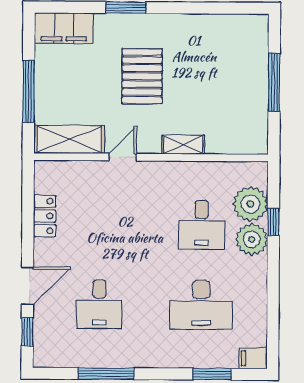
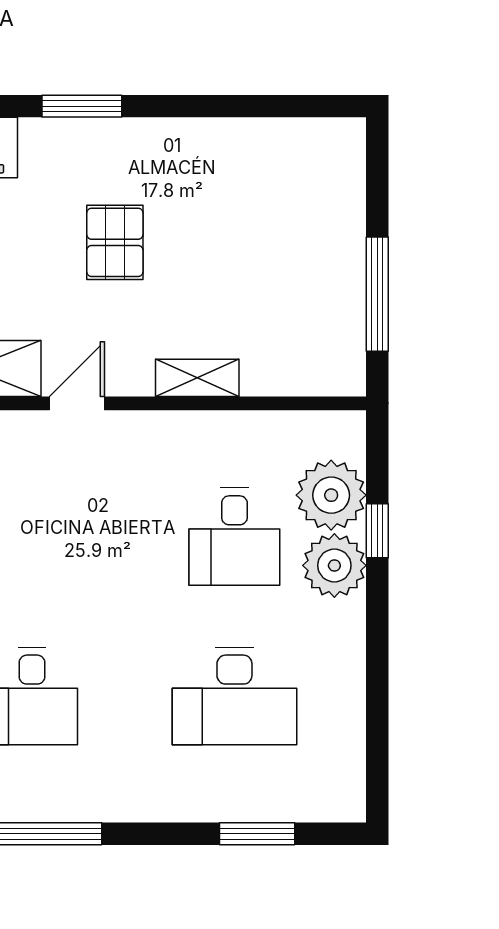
pallet: (142, 76) -> (115, 242), width x0.67, depth x0.71
window: (274, 82) -> (377, 294), moved
filing cabinet: (253, 358) -> (338, 802), removed

